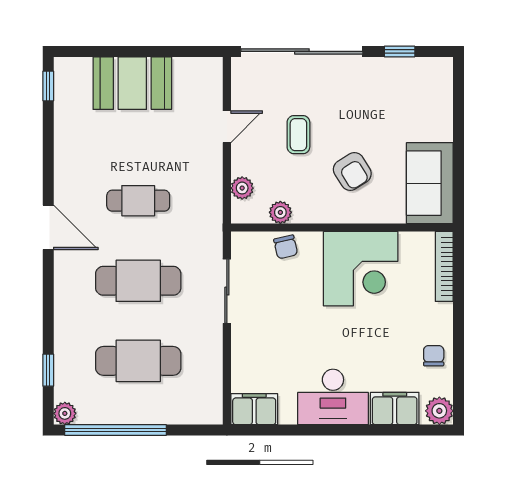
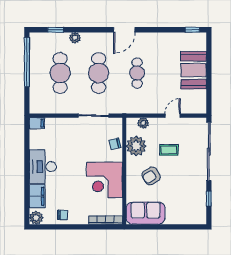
door: (227, 127) -> (173, 116), swing flipped
plant: (280, 212) -> (136, 146), width x1.88, depth x1.88
filing cabinet: (254, 409) -> (37, 123), width x0.50
plant: (65, 413) -> (75, 38), moved

